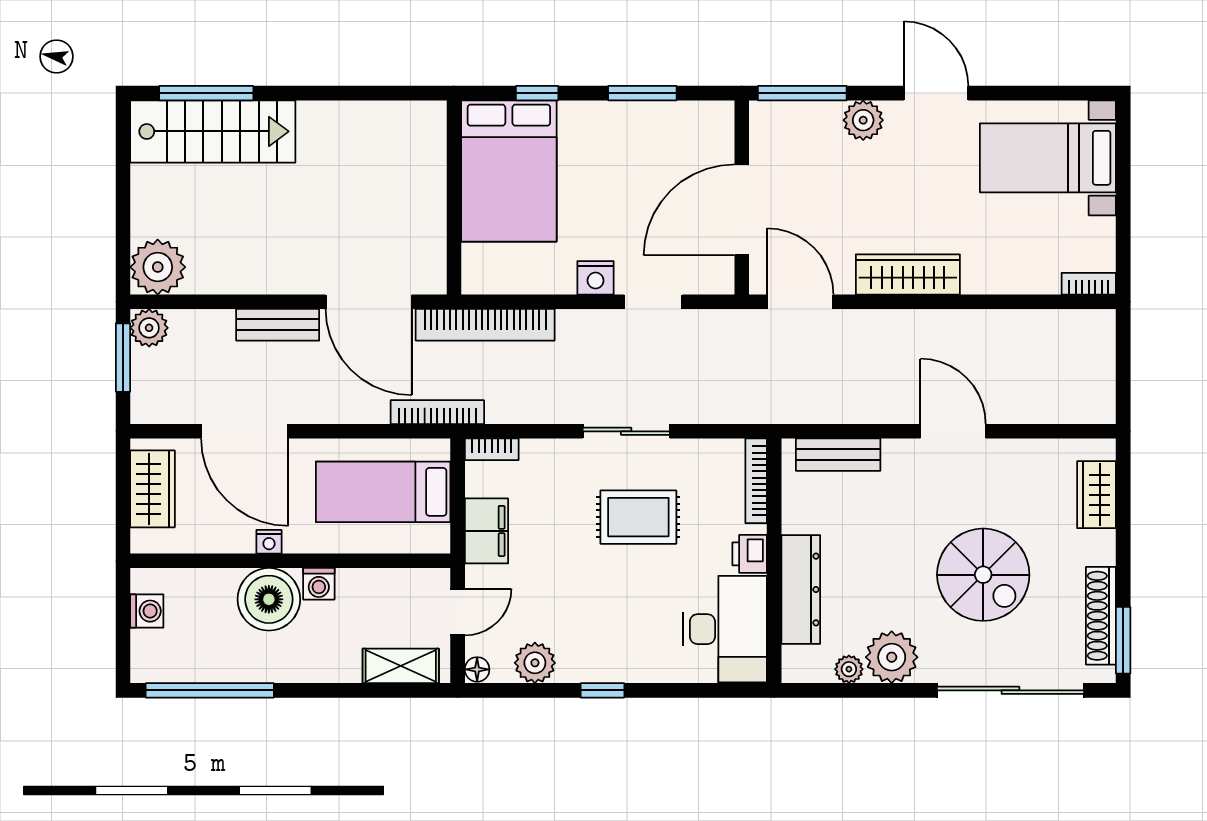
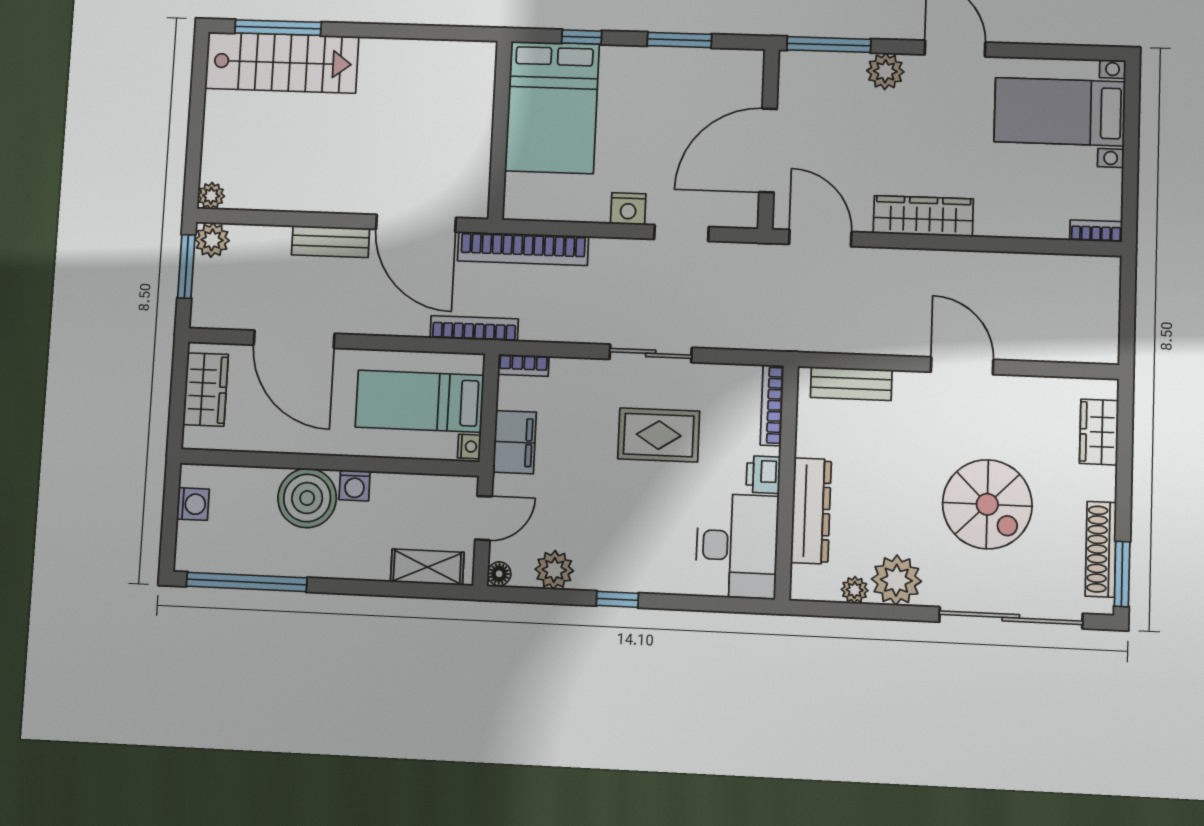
plant: (158, 267) -> (211, 196), width x0.53, depth x0.53
nightstand: (269, 542) -> (469, 446), moved, turned -90

